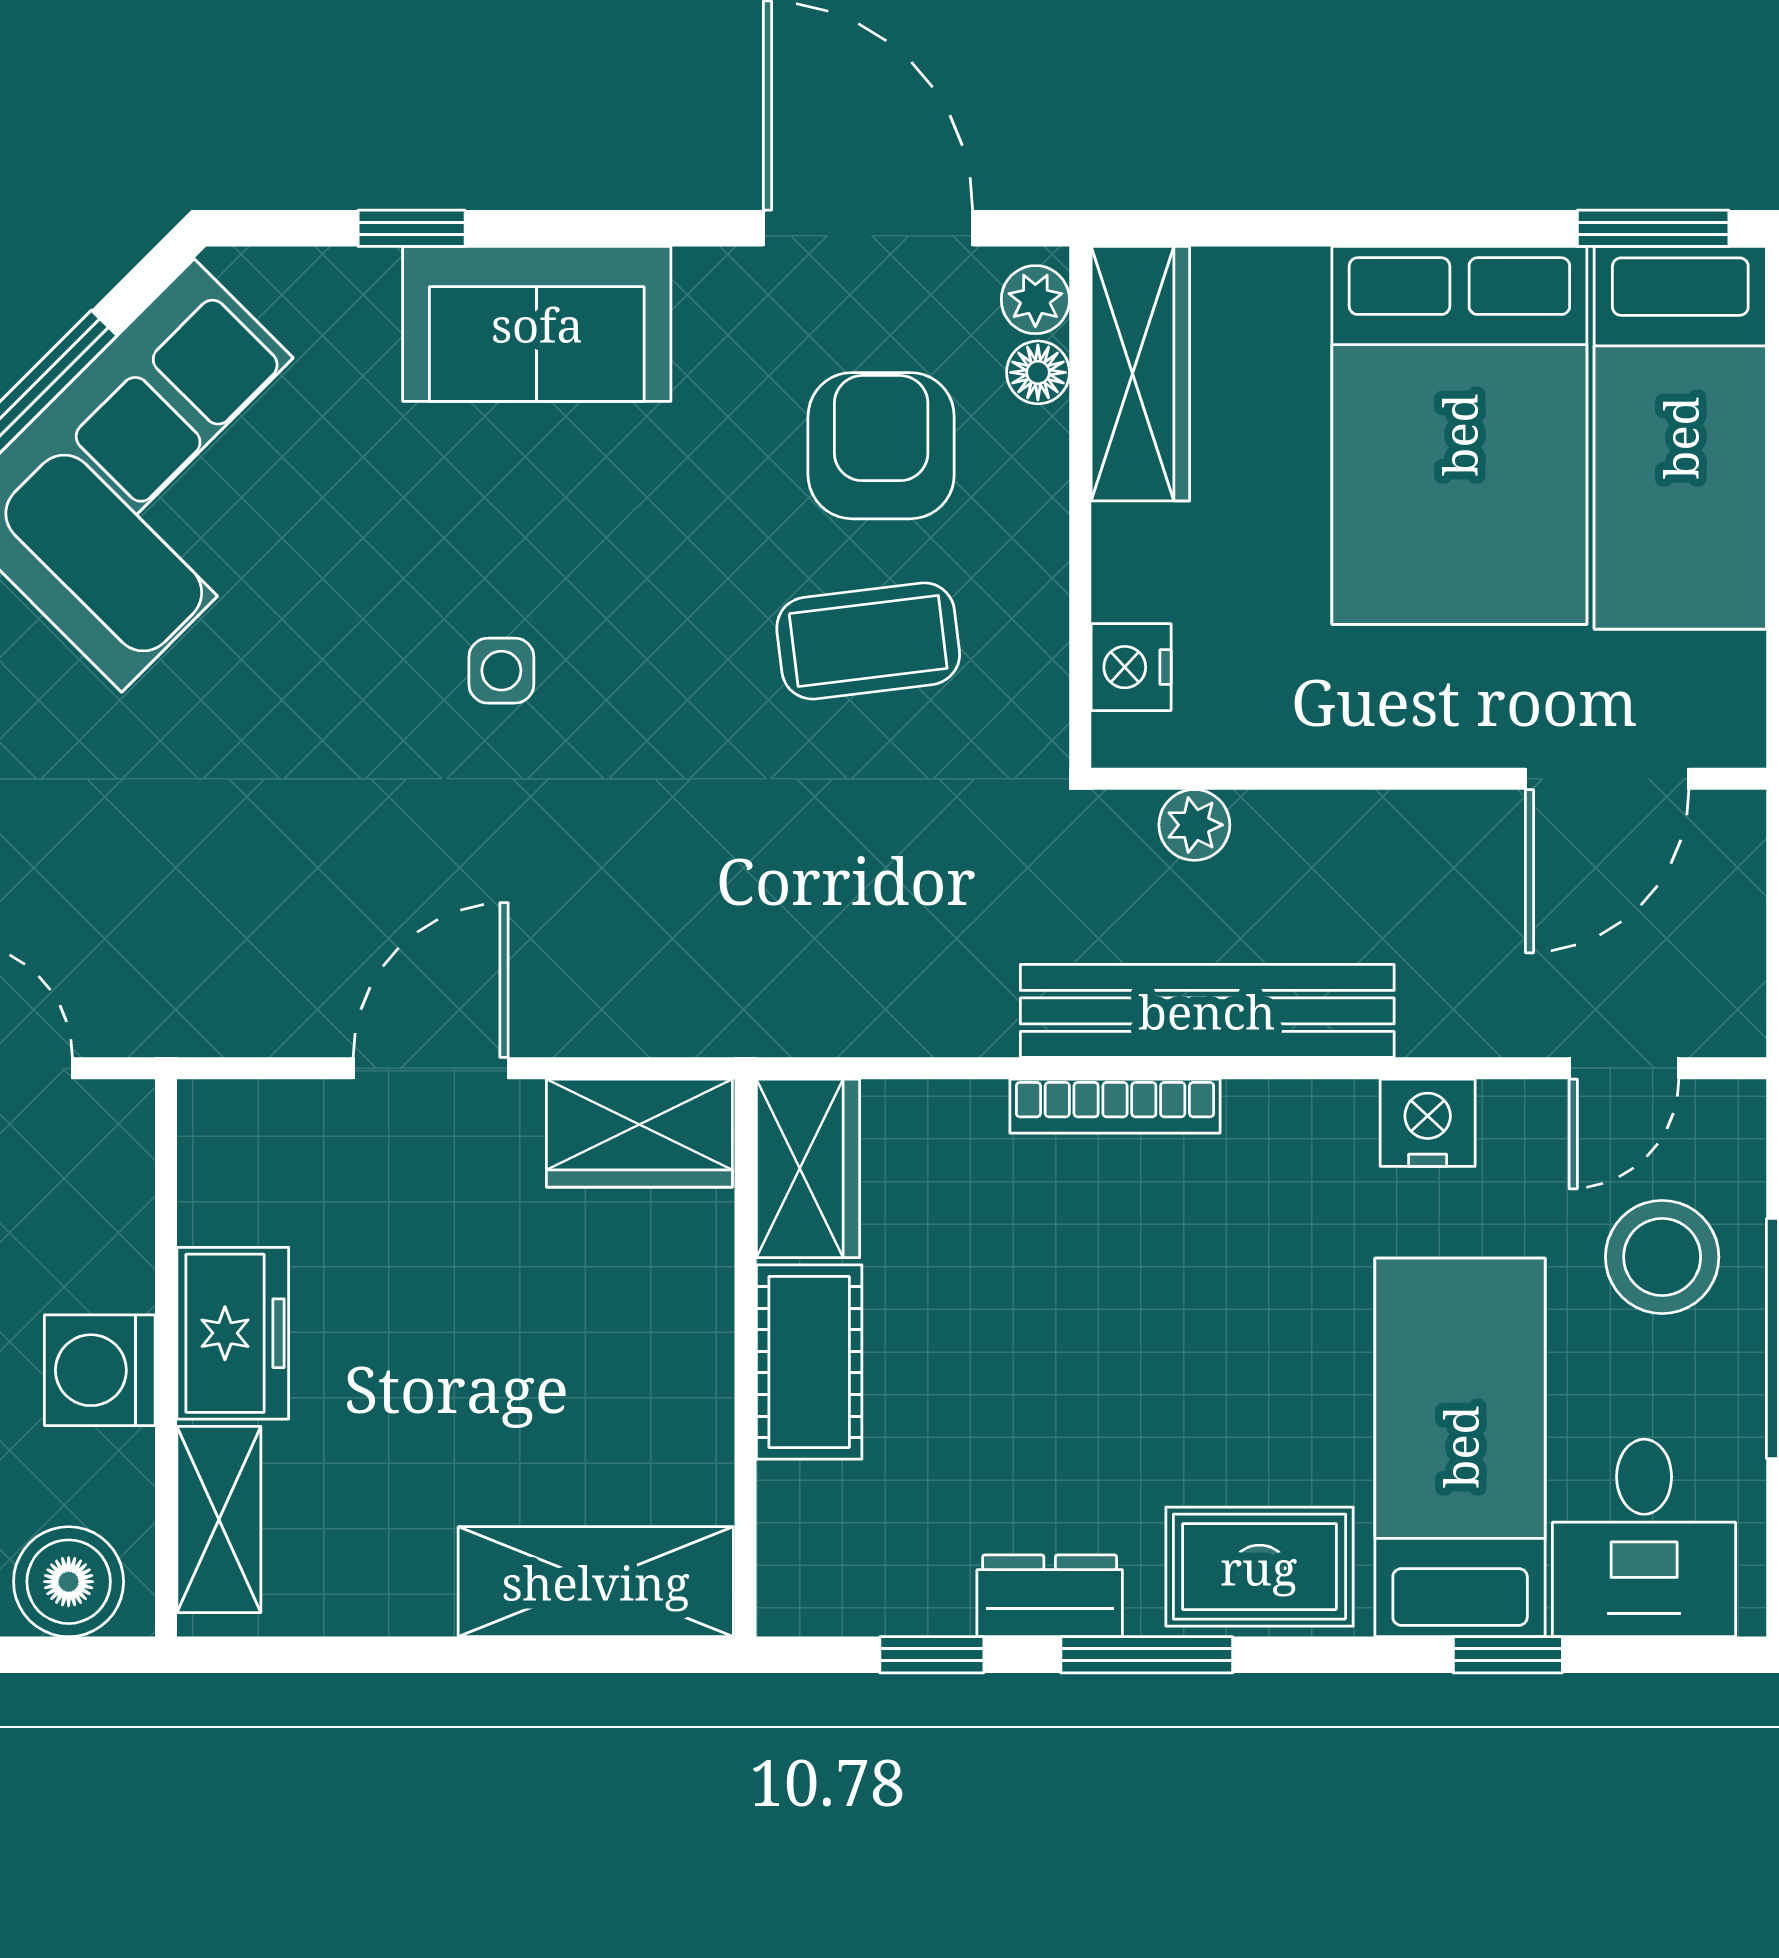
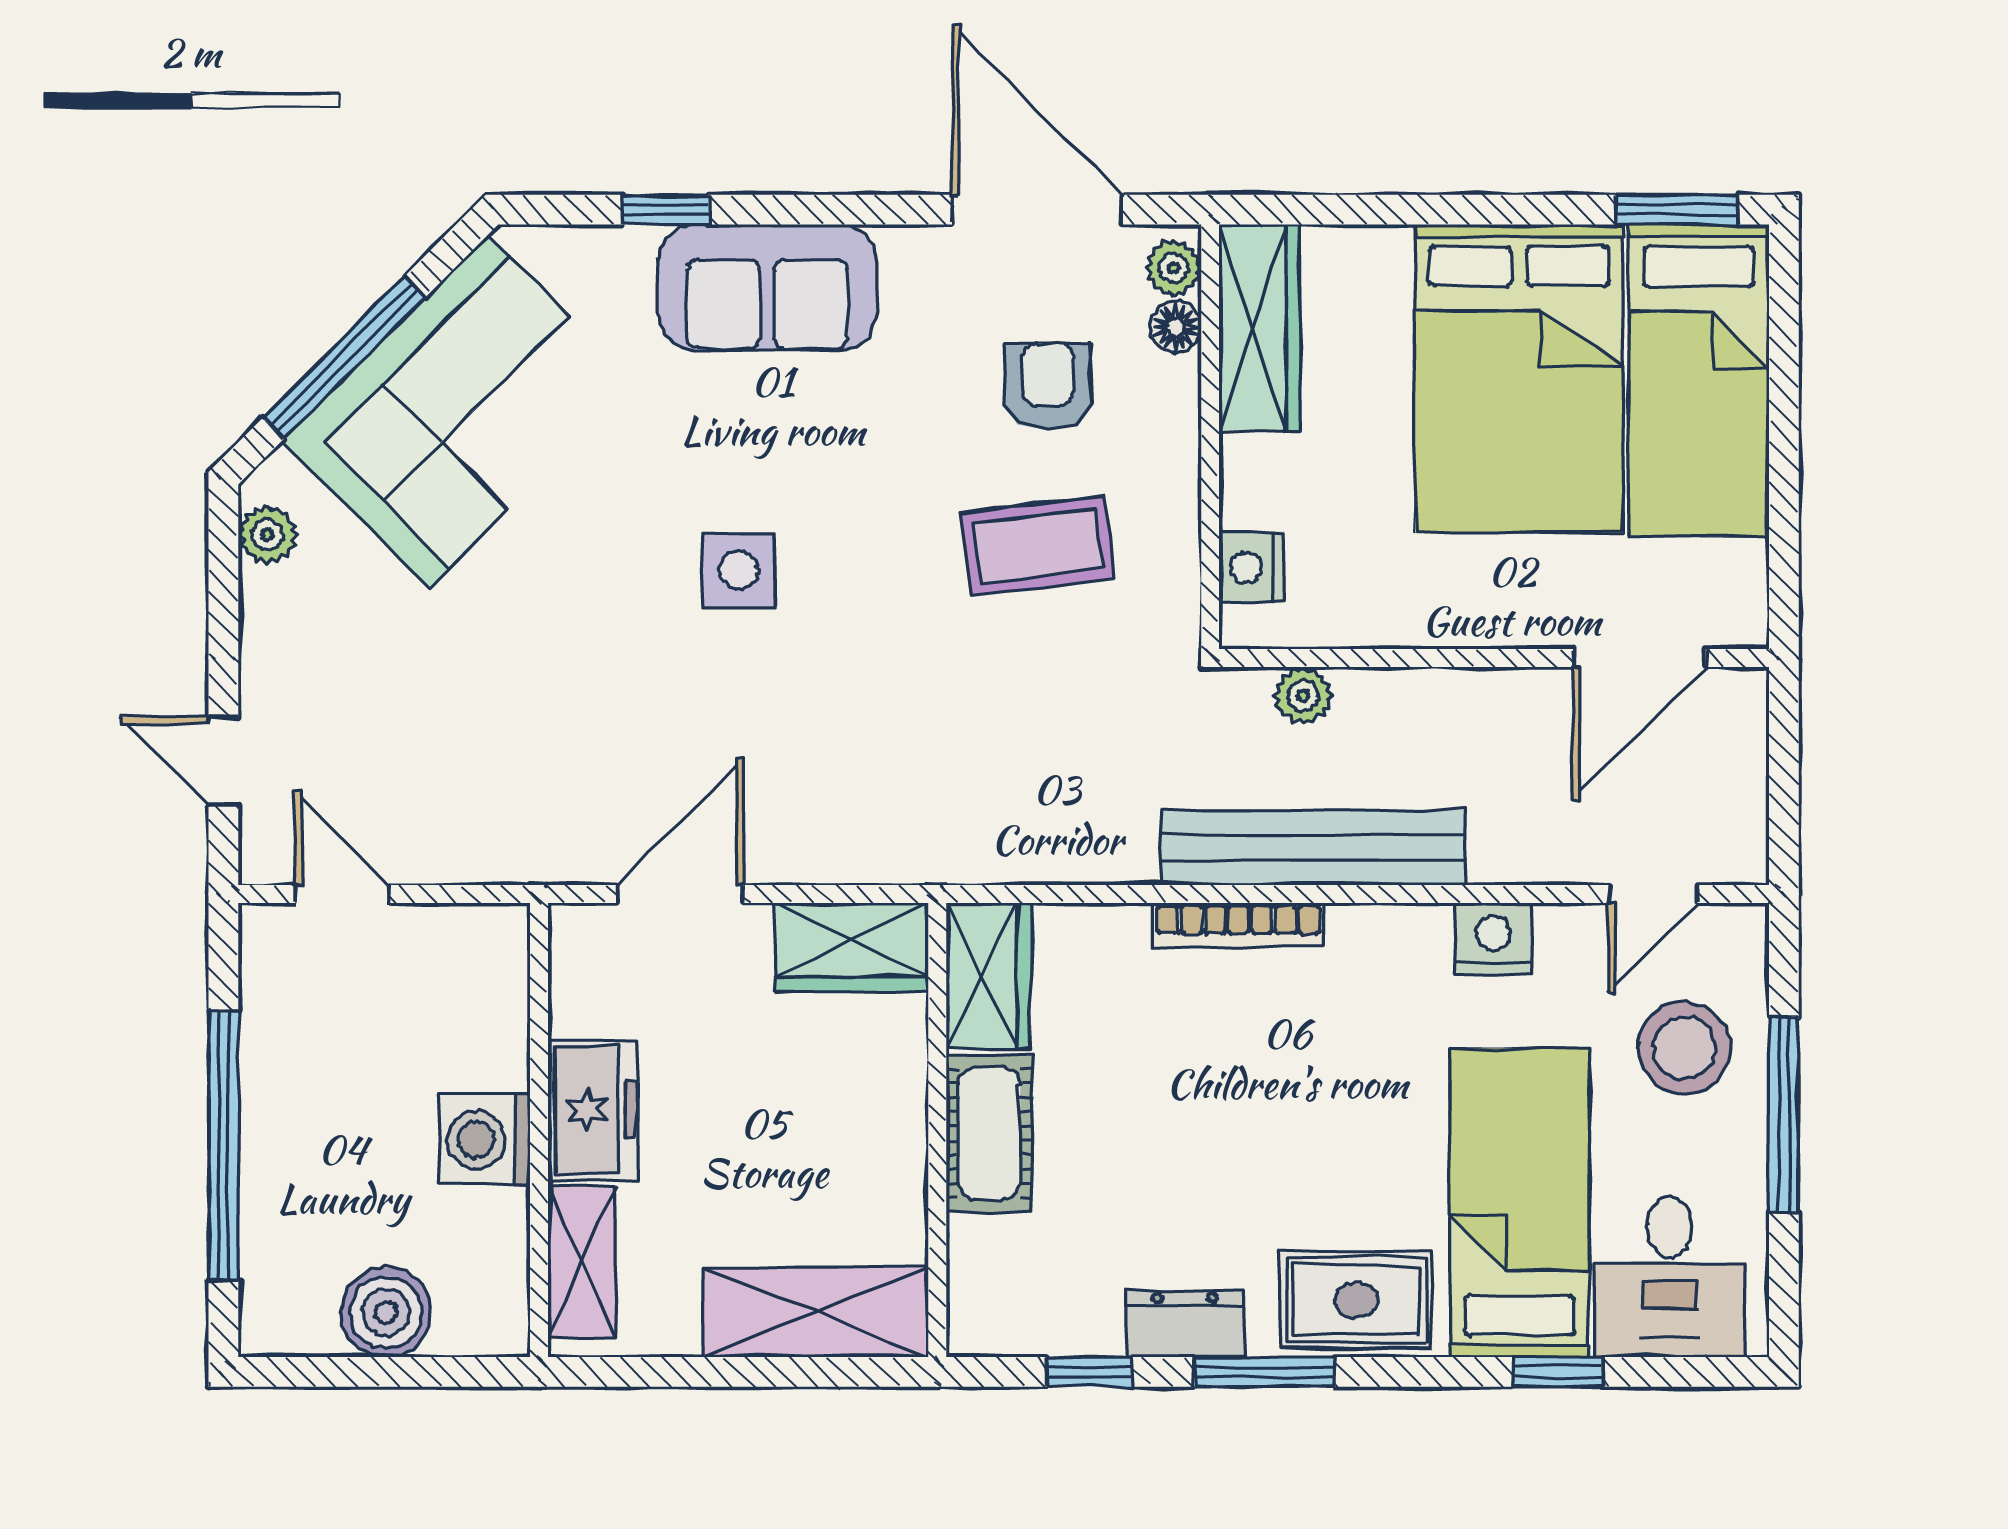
armchair: (881, 446) -> (1048, 387), width x0.72, depth x0.72
side table: (501, 671) -> (738, 570), width x1.37, depth x1.37
freezer: (233, 1333) -> (593, 1110), moved
wall: (166, 1358) -> (539, 1130), moved
washing machine: (100, 1370) -> (485, 1140), moved
shelving: (219, 1520) -> (582, 1262), moved

